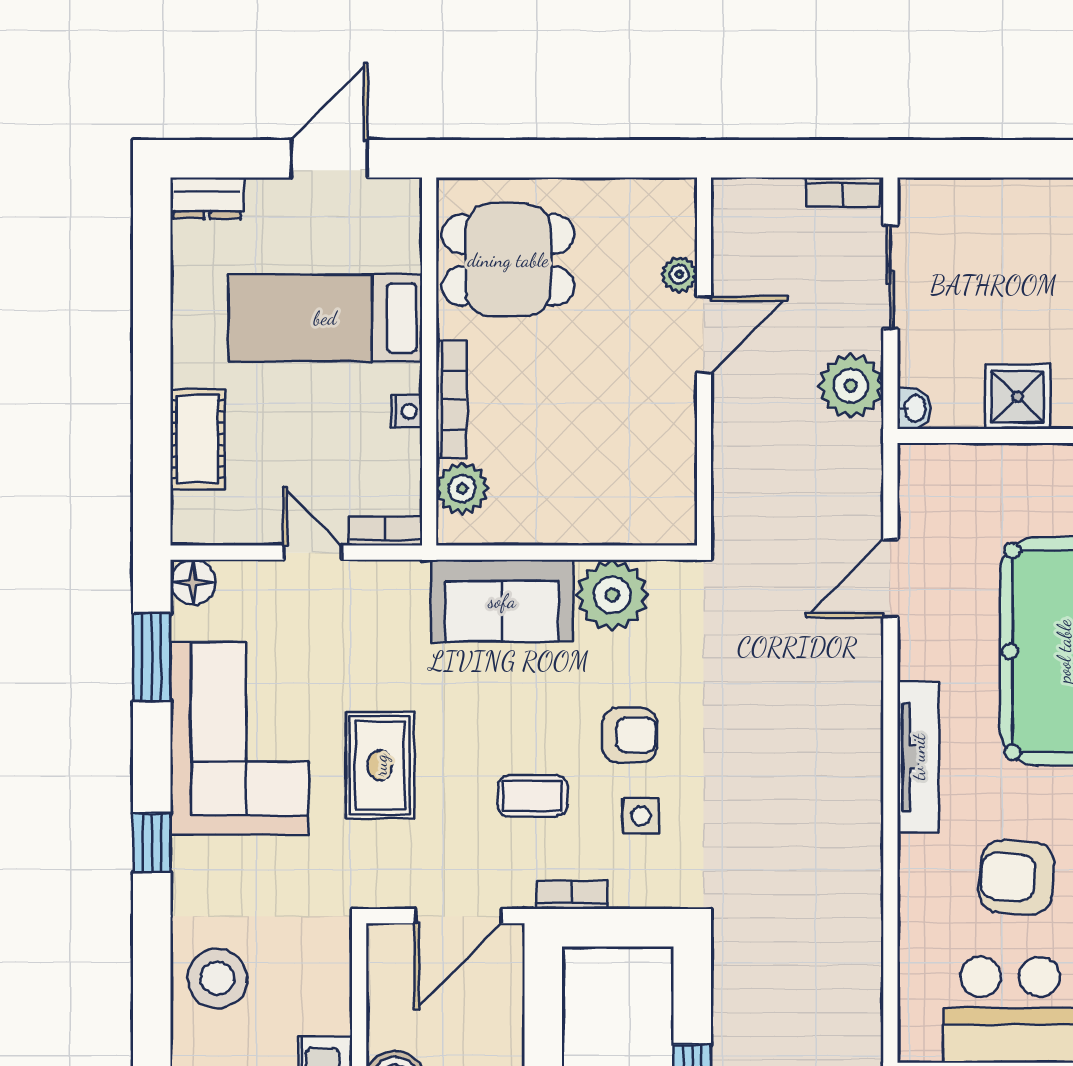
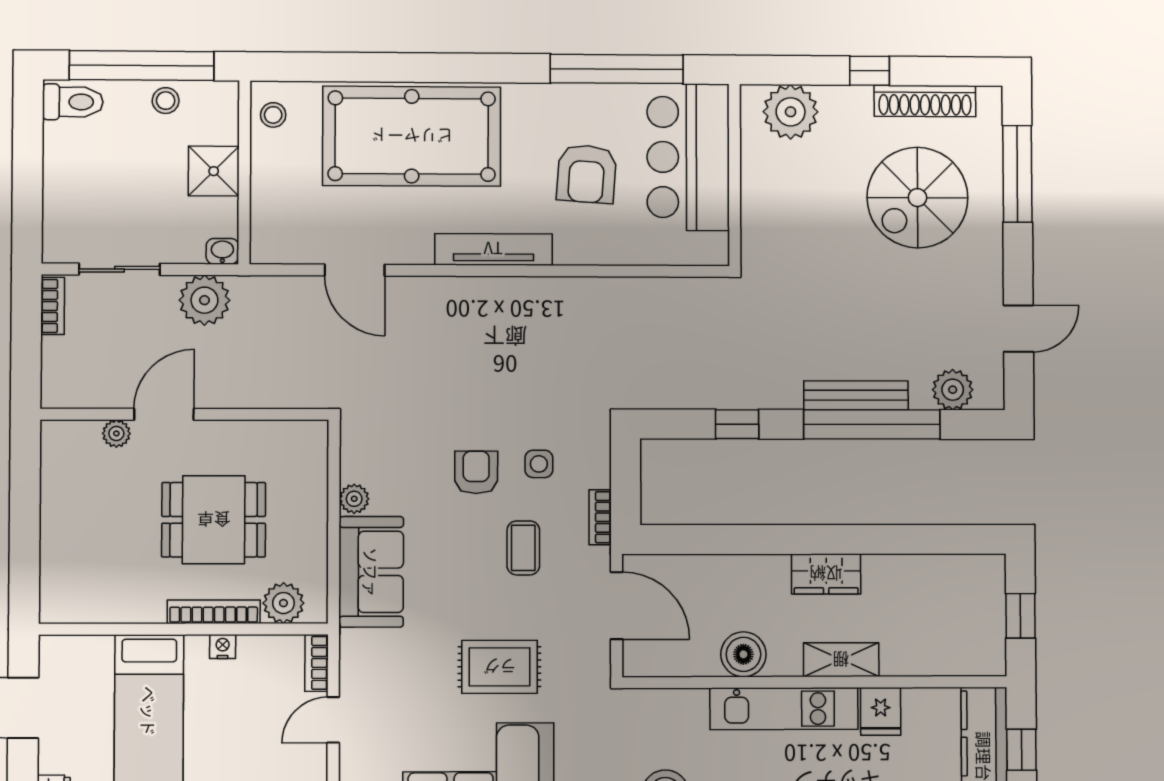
dining table: (508, 260) -> (214, 520), moved, turned 90
door: (704, 335) -> (164, 414), hinge flipped
plant: (612, 595) -> (354, 499), width x0.53, depth x0.53

